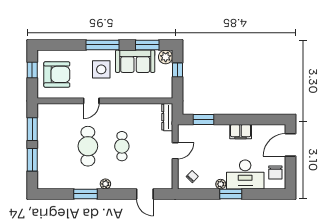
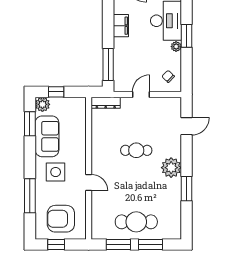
window: (102, 45) -> (30, 196), moved
armchair: (57, 74) -> (61, 219), turned -90
window: (204, 119) -> (108, 65), width x1.44
cafe table: (88, 146) -> (136, 222), moved
door: (175, 151) -> (141, 94), hinge flipped
plant: (105, 184) -> (171, 168), width x1.87, depth x1.87

